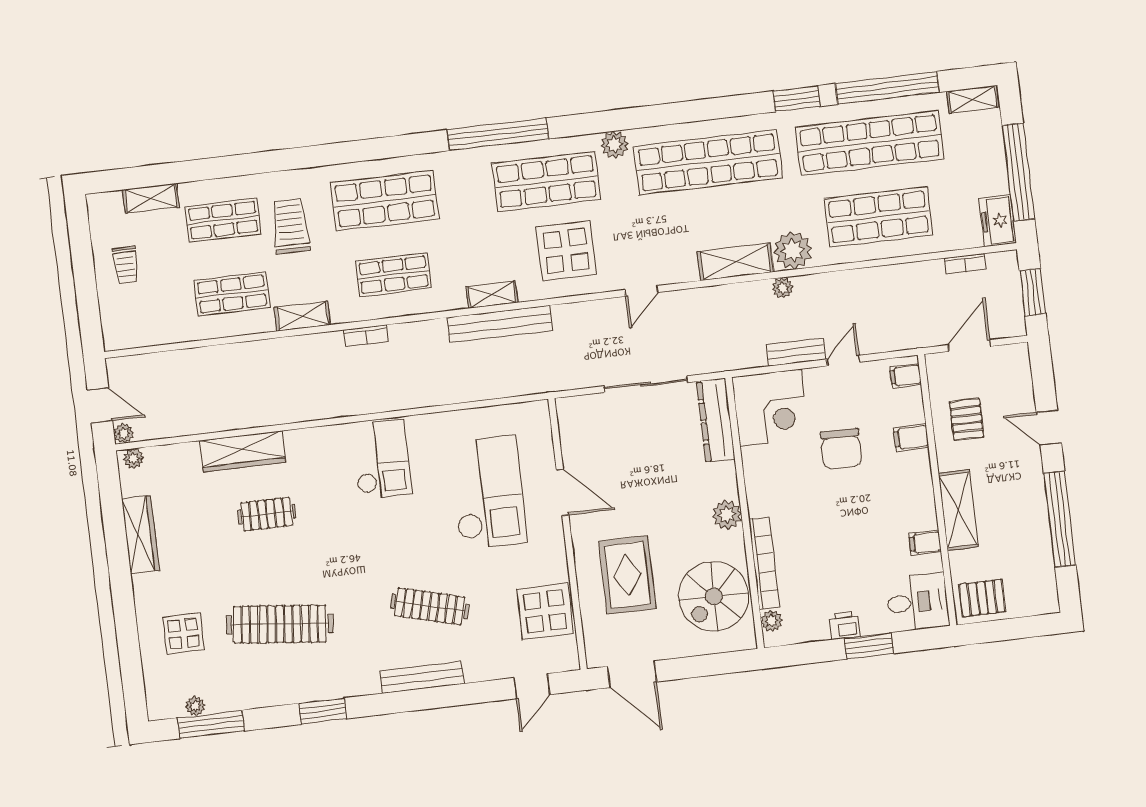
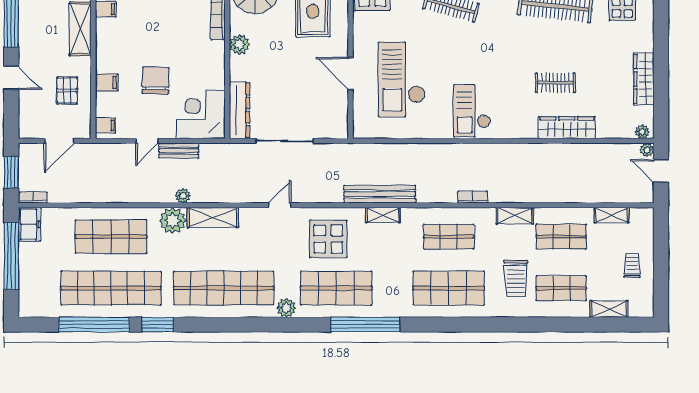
shelving: (973, 99) -> (612, 215), moved
bookcase: (965, 264) -> (33, 197), moved

